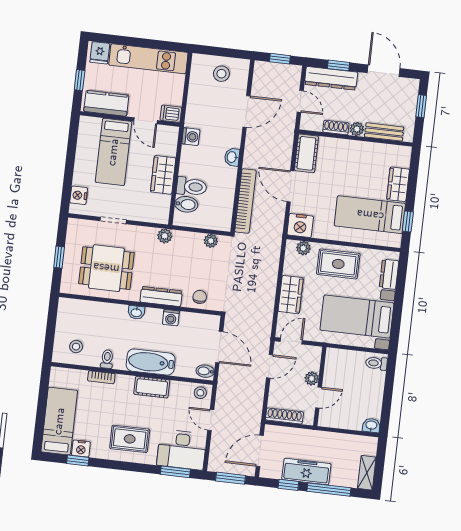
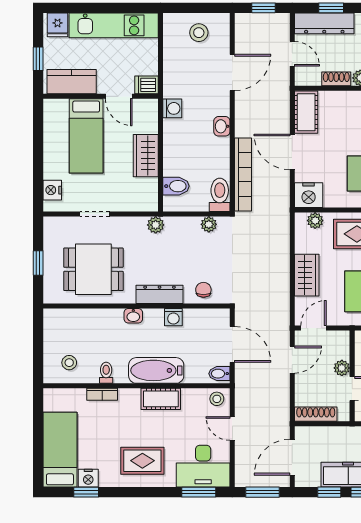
toilet: (192, 187) -> (220, 195), moved, turned -90

